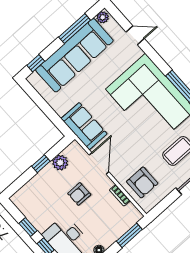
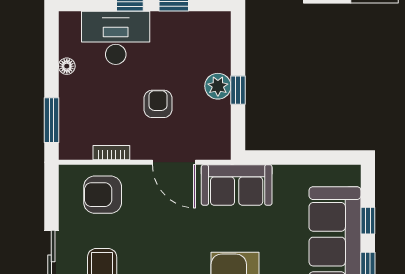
window: (36, 63) -> (368, 221), moved
plant: (60, 163) -> (218, 86), moved

